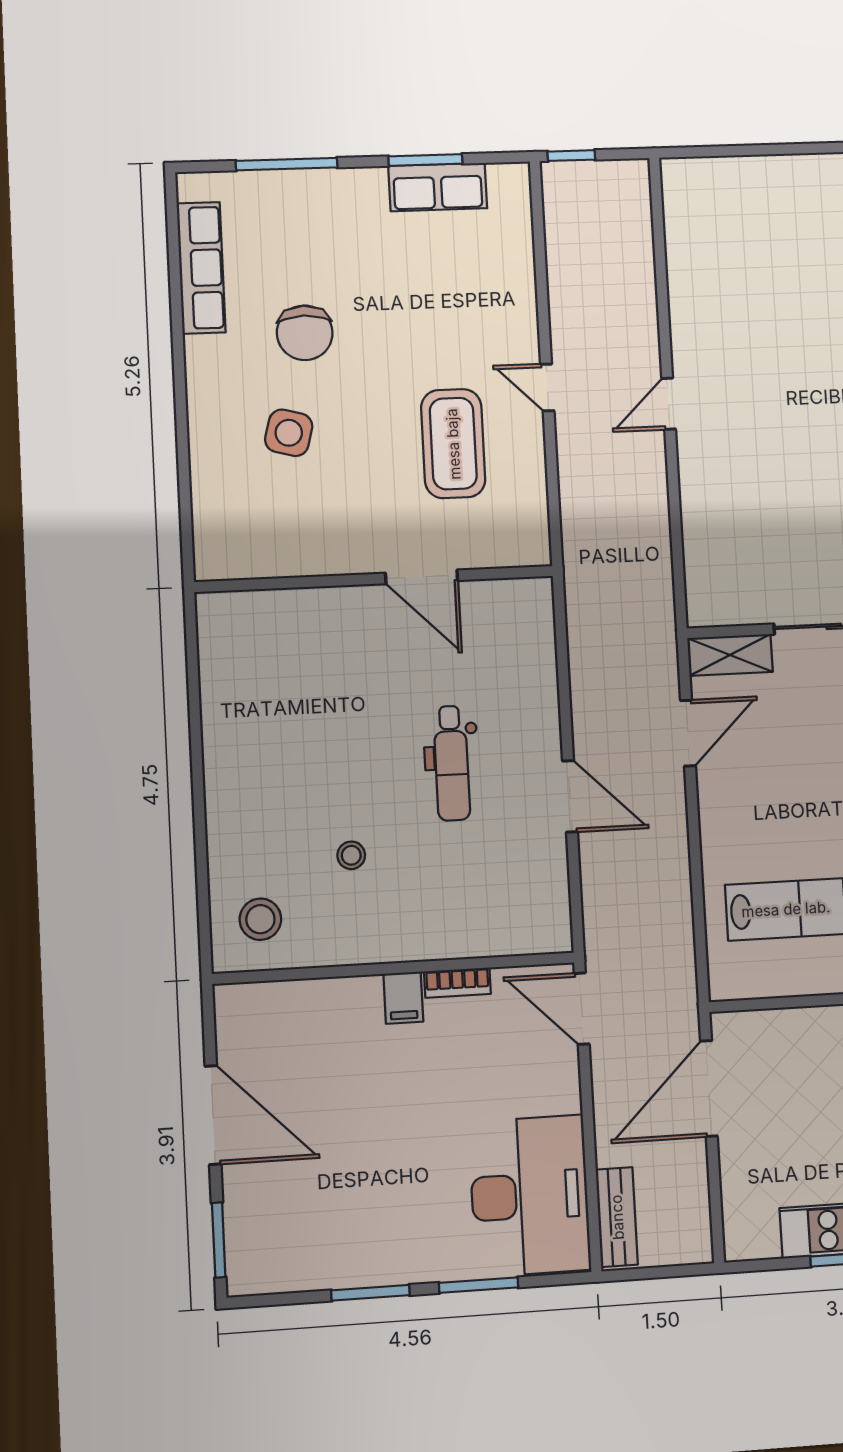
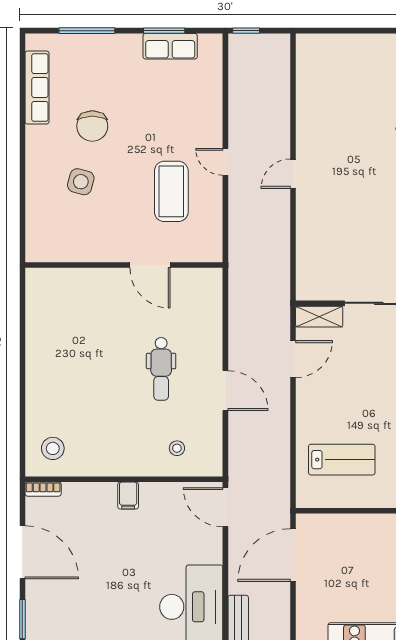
stool: (351, 855) -> (177, 448), moved
bookcase: (457, 983) -> (43, 489), moved

